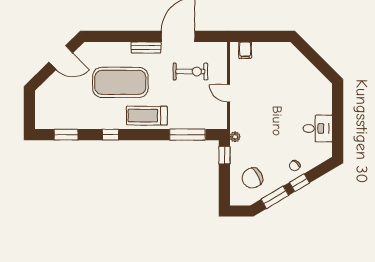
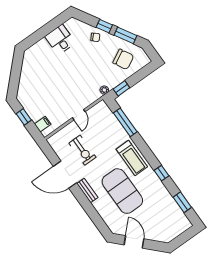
window: (266, 36) -> (24, 117), added
exercise bike: (190, 72) -> (82, 150), turned 180

